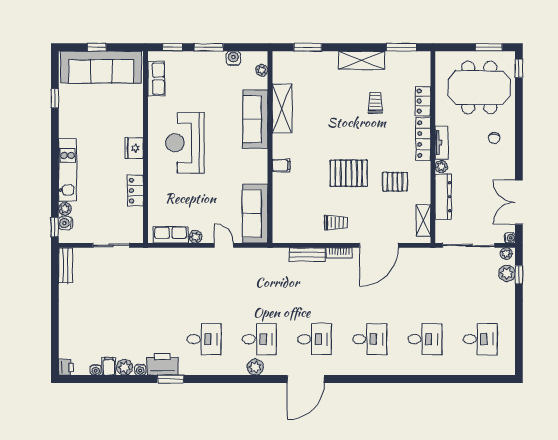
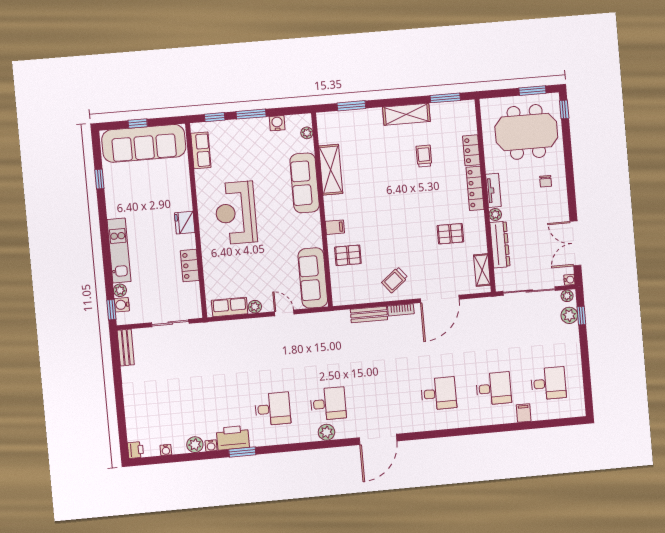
pallet: (349, 173) -> (348, 255), moved, width x0.67, depth x0.71
trolley: (336, 223) -> (395, 280), turned 141
desk: (314, 339) -> (383, 399), removed
filing cabinet: (109, 366) -> (524, 413), moved

